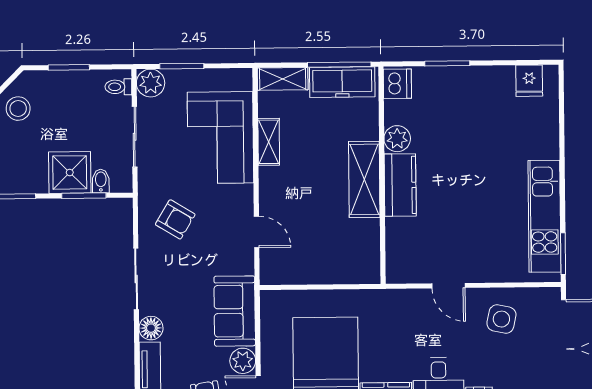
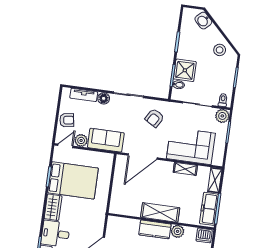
door: (257, 232) -> (143, 157), width x1.88

